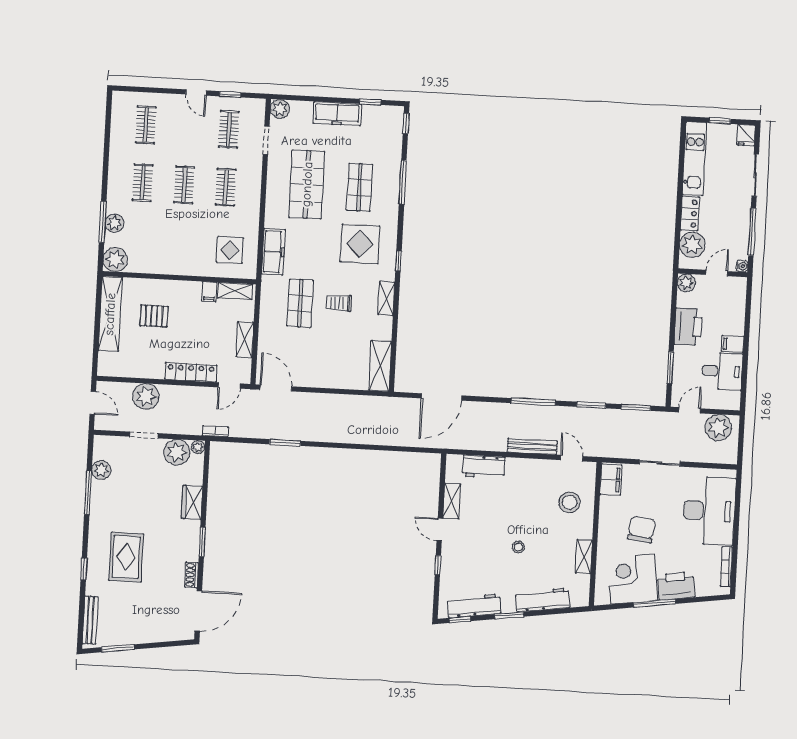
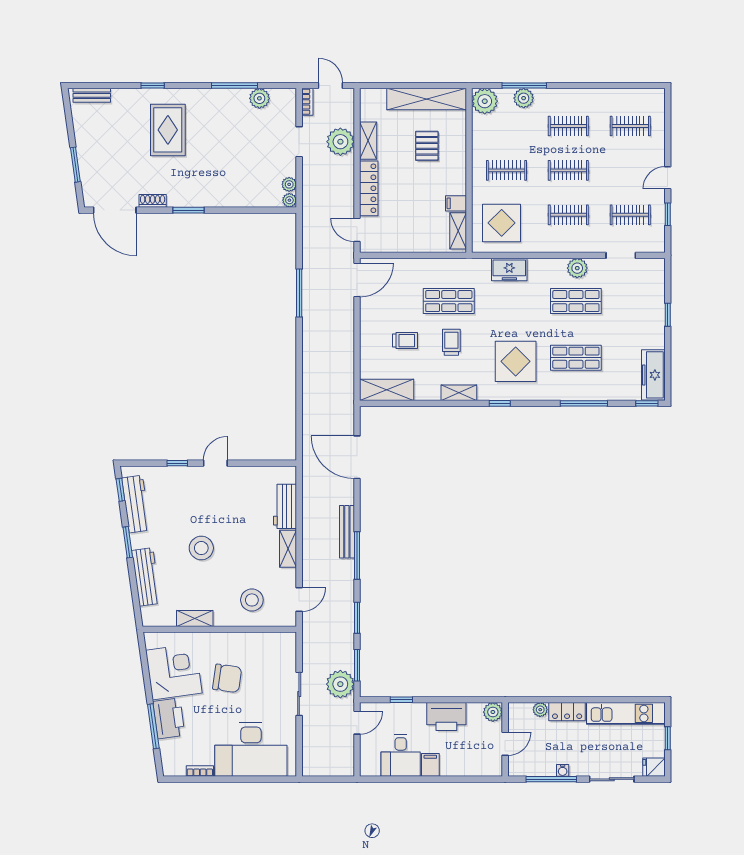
window: (370, 102) -> (668, 315), moved
plant: (280, 109) -> (577, 268), moved
freezer: (337, 114) -> (653, 375), moved
shop shelf: (307, 184) -> (576, 301), width x0.70, depth x0.74
clothes rail: (181, 243) -> (506, 170), added
plant: (692, 245) -> (540, 710), width x0.53, depth x0.53
display table: (230, 250) -> (502, 223), width x1.36, depth x1.36
freezer: (273, 252) -> (509, 269), width x0.71
water cooler: (742, 266) -> (563, 770), moved
door: (717, 273) -> (505, 744), hinge flipped
shelving: (245, 340) -> (368, 141), moved, turned 90
trolley: (335, 346) -> (405, 341), added
window: (670, 368) -> (401, 700), width x0.67
door: (93, 403) -> (330, 86), swing flipped
door: (689, 410) -> (357, 723), hinge flipped
plant: (718, 428) -> (340, 684), moved
bookcase: (215, 431) -> (307, 102), moved
window: (285, 443) -> (299, 293), width x1.44
bench: (532, 447) -> (347, 532), moved
plant: (177, 452) -> (289, 184), width x0.53, depth x0.53
filing cabinet: (611, 480) -> (279, 643), removed
shelving: (452, 501) -> (288, 549), moved, turned 90
wardrobe: (192, 502) -> (230, 197), removed
stool: (518, 547) -> (201, 548), width x1.89, depth x1.89
rug: (126, 557) -> (168, 130), turned 90
bookcase: (726, 567) -> (200, 771), width x0.64
window: (654, 603) -> (153, 726), moved
bench: (90, 620) -> (92, 95), width x0.73
window: (118, 648) -> (75, 165), moved

